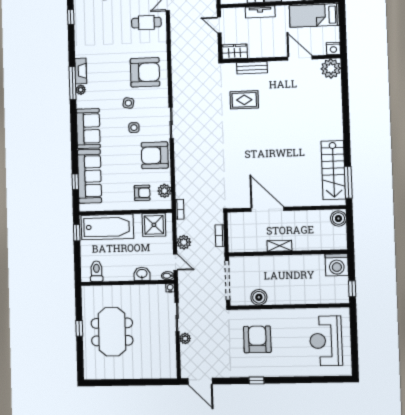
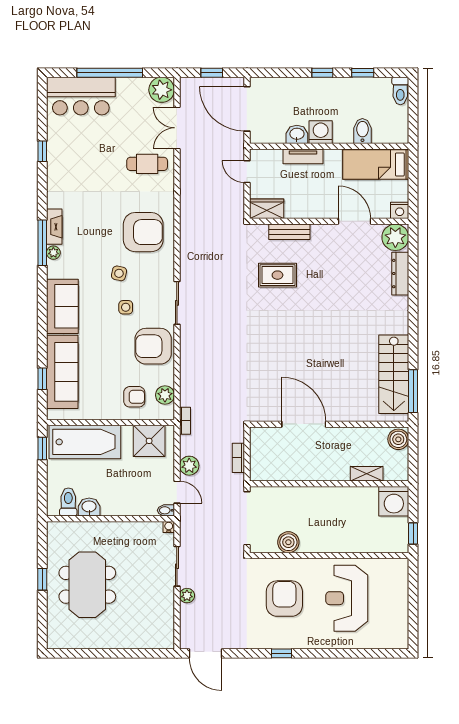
dresser: (336, 95) -> (400, 274), added
shelving: (279, 246) -> (367, 474), moved
washbasin: (142, 274) -> (89, 507), moved
reception desk: (326, 341) -> (347, 598), moved

